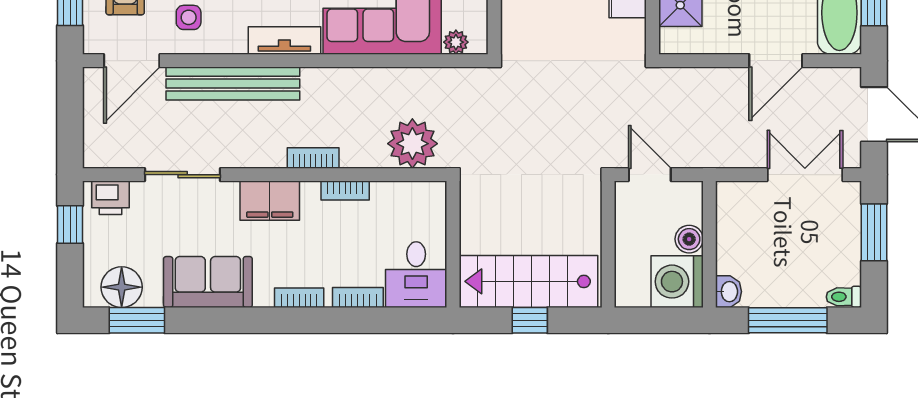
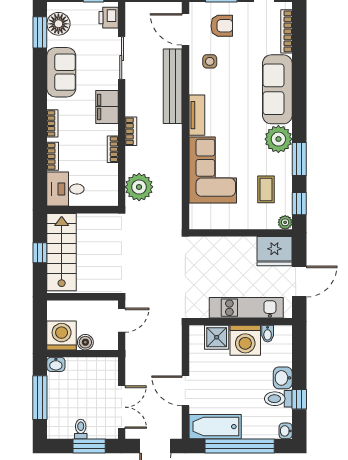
plant: (456, 42) -> (196, 211), removed
toilet: (844, 297) -> (81, 429), moved

